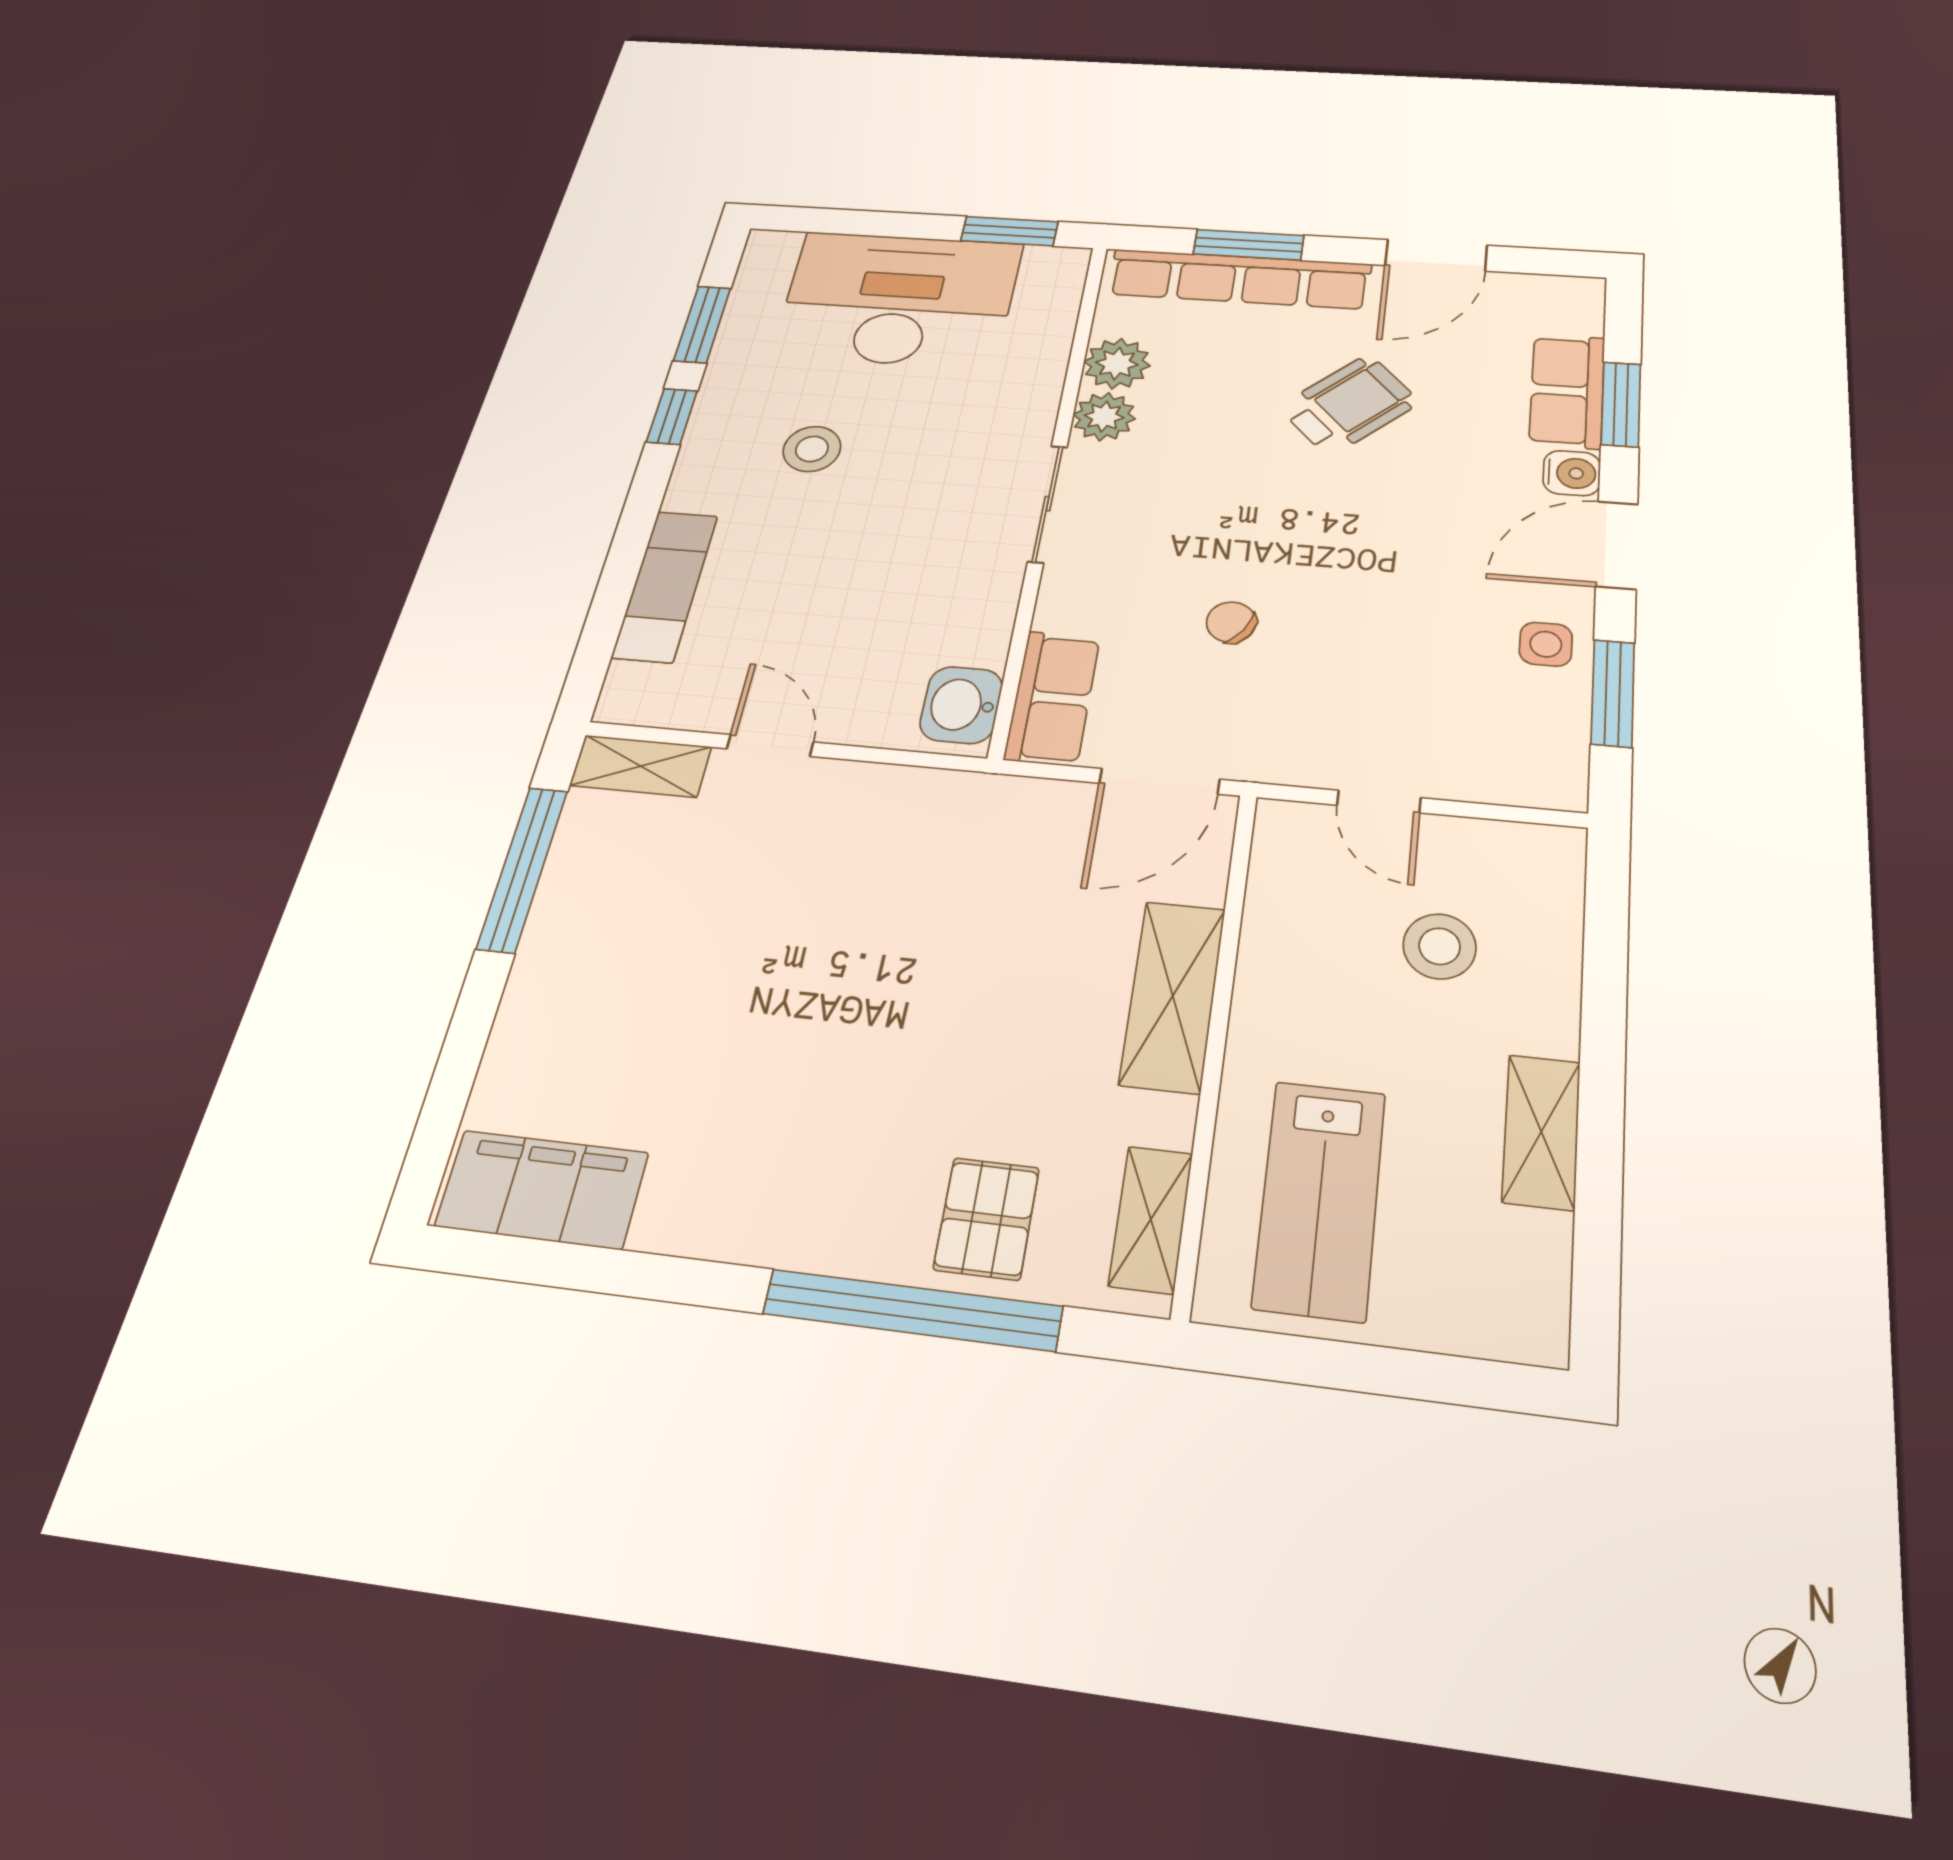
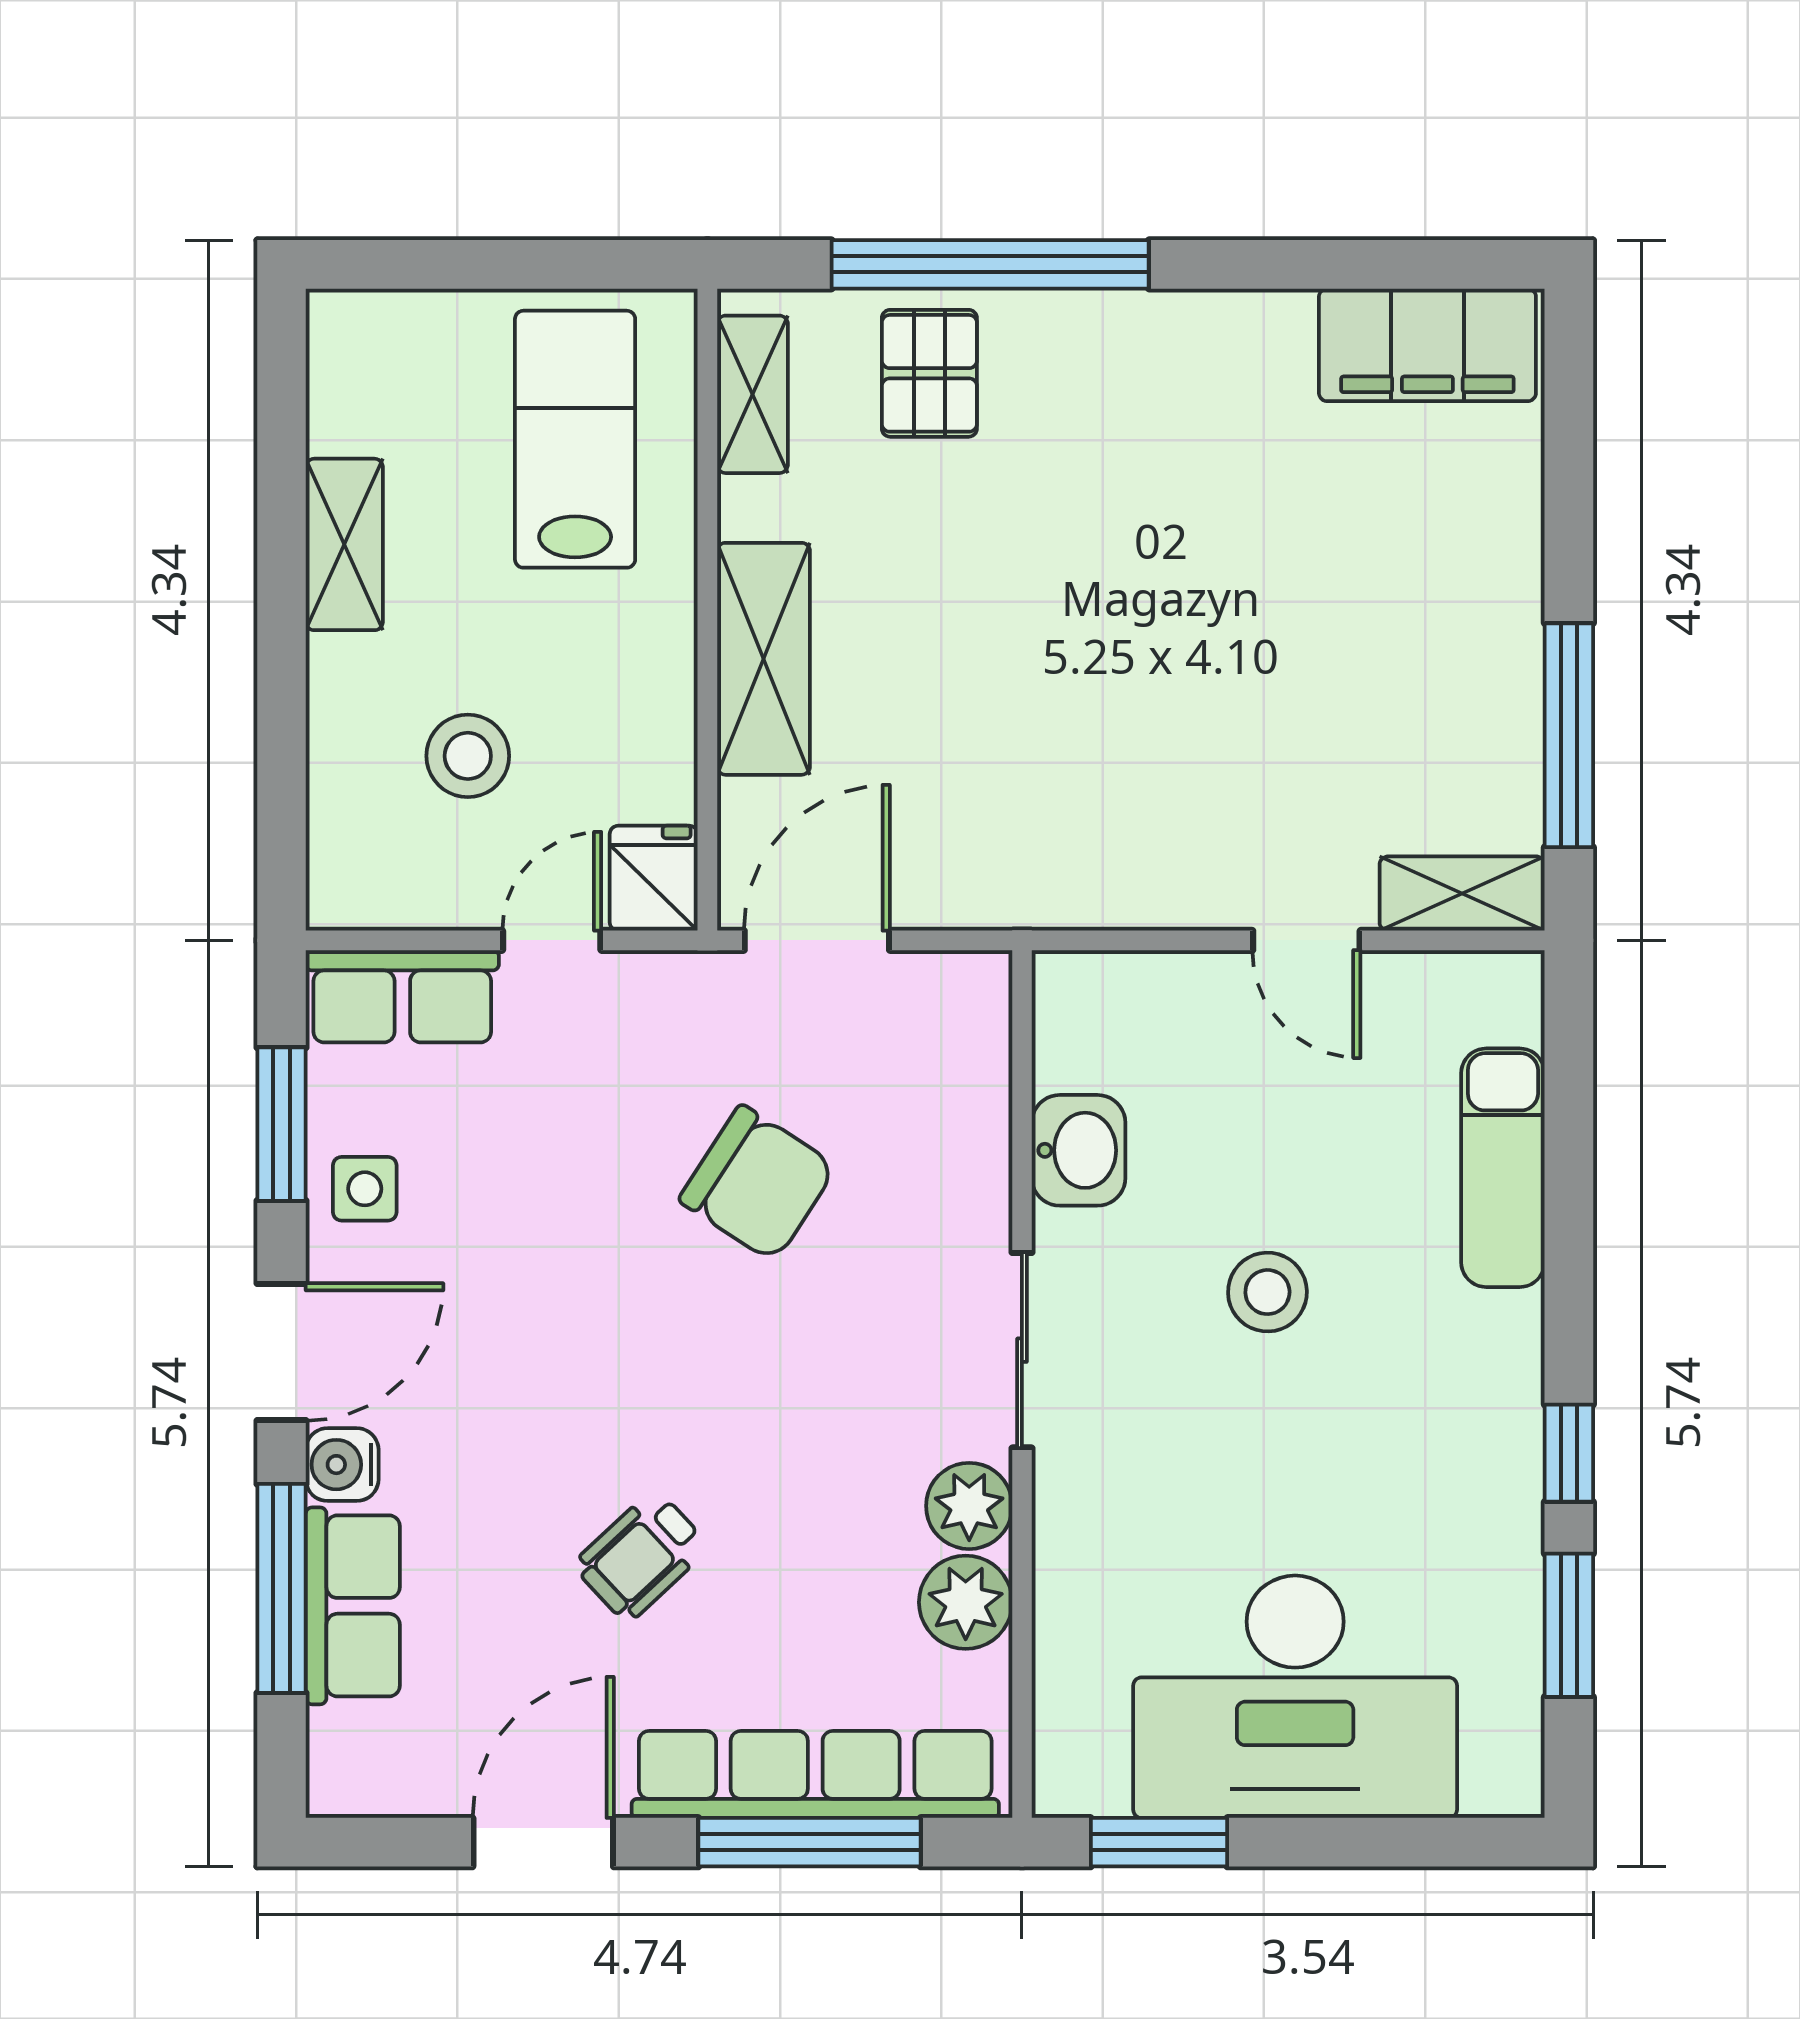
window: (1249, 245) -> (810, 1842), width x1.44
window: (1621, 404) -> (282, 1588), width x1.44
wheelchair: (1349, 405) -> (641, 1556), width x0.73, depth x0.73
stool: (812, 449) -> (1267, 1292), moved
chair: (1231, 622) -> (758, 1183), width x1.87, depth x1.87
row of seats: (1052, 698) -> (402, 996), moved, turned -90
washbasin: (961, 705) -> (1079, 1150), moved
door: (1379, 801) -> (552, 940), hinge flipped
fridge: (1288, 838) -> (654, 878), added

